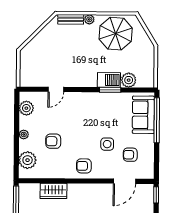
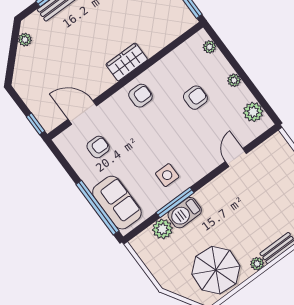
window: (110, 90) -> (175, 203), width x1.44
side table: (107, 144) -> (167, 175), moved
plant: (28, 160) -> (209, 47), width x0.53, depth x0.53
door: (124, 181) -> (82, 112), hinge flipped
wardrobe: (53, 191) -> (127, 62), moved

